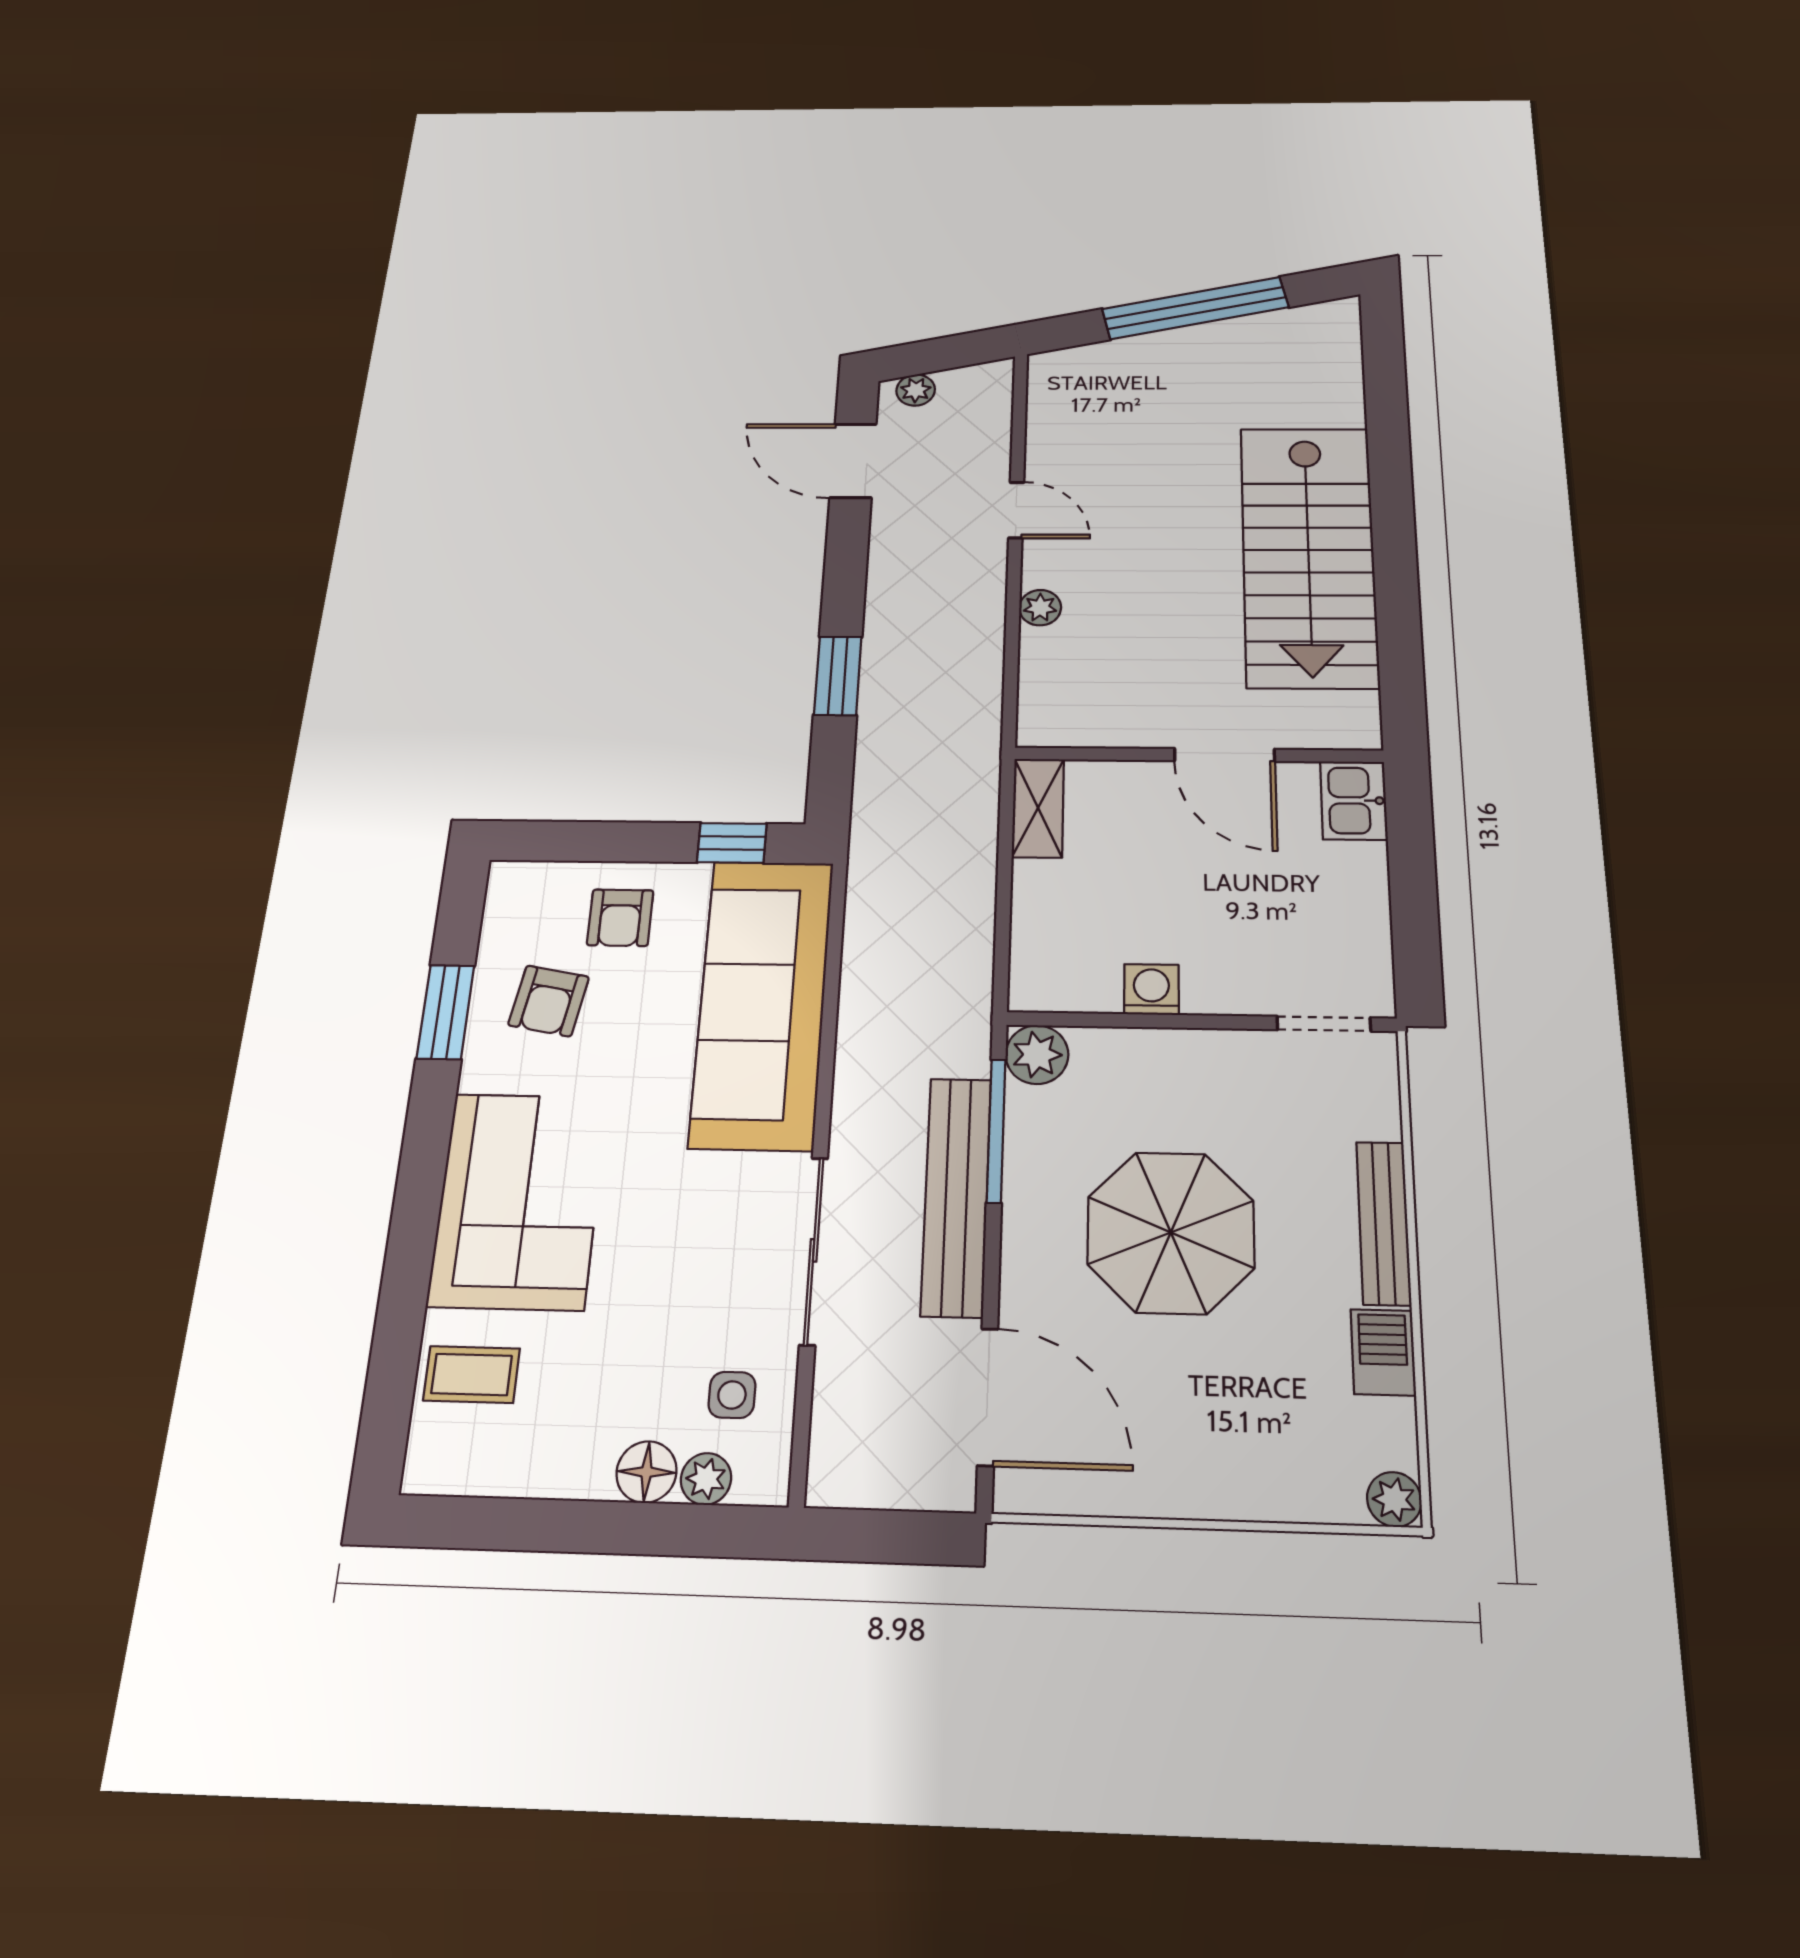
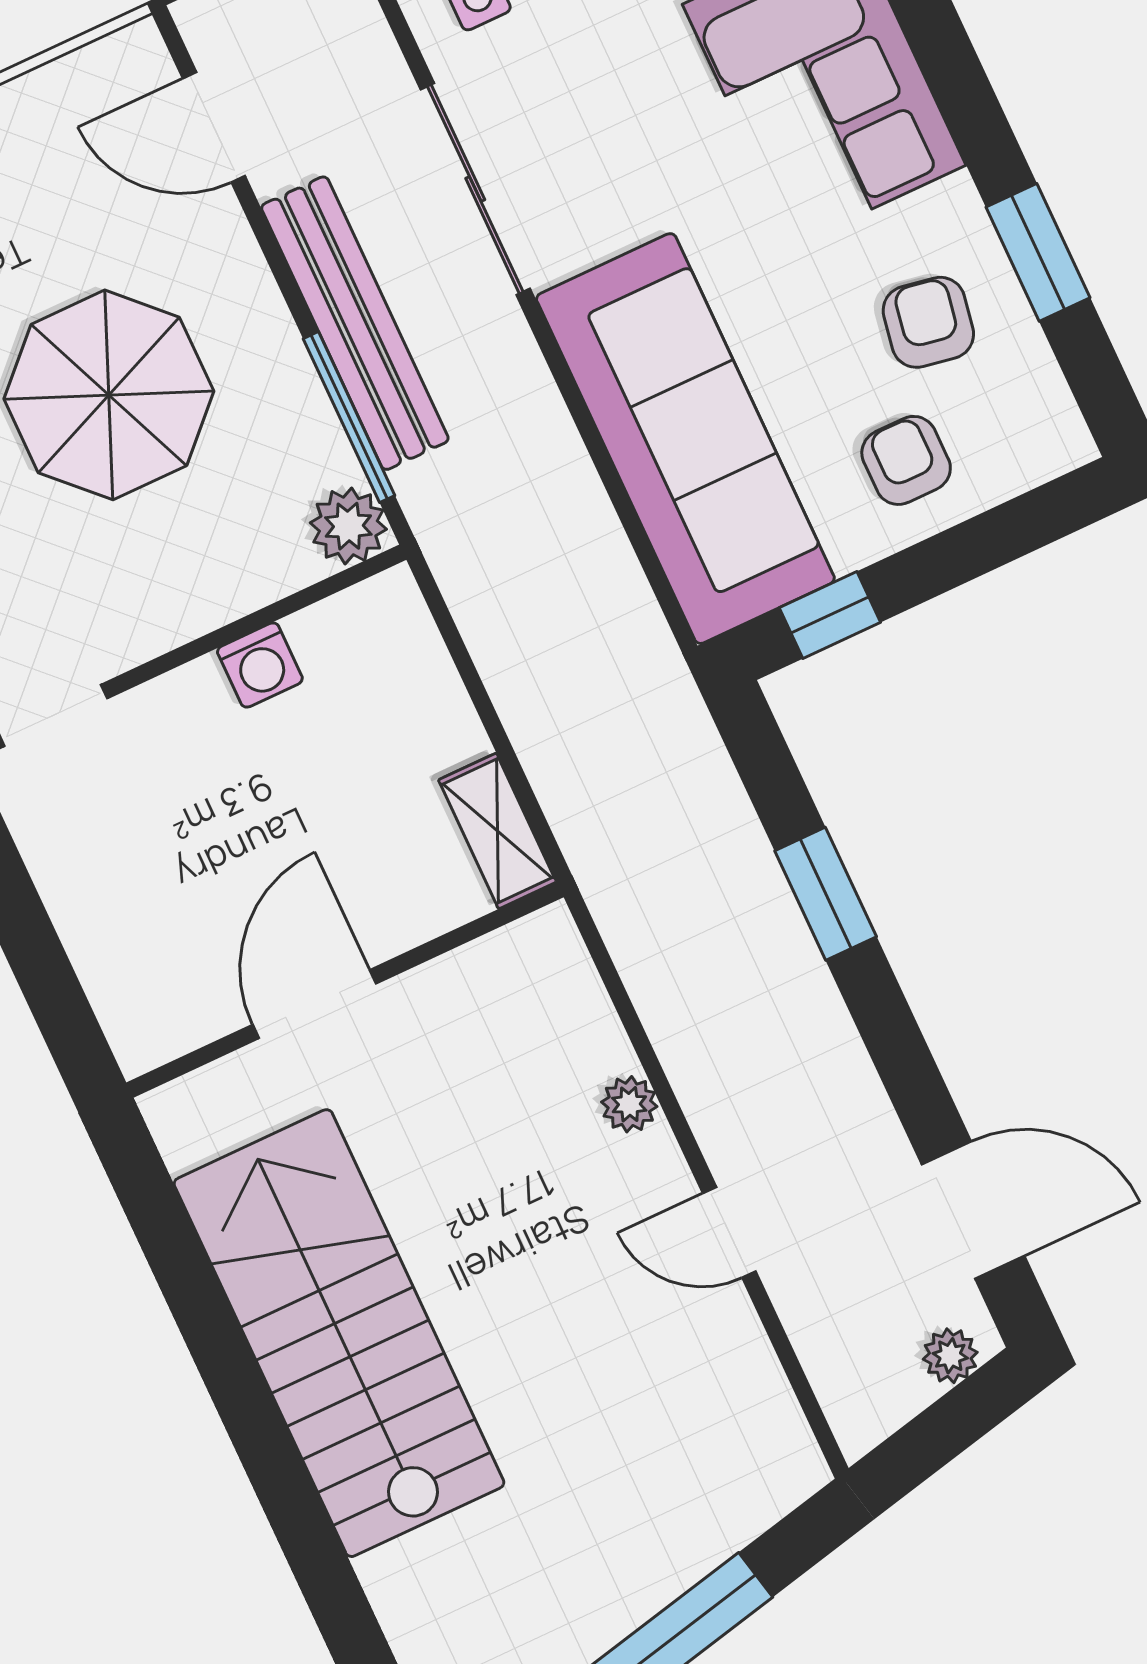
door: (1225, 755) -> (314, 1004), hinge flipped
kitchen sink: (1354, 800) -> (139, 1014), removed
door: (988, 1397) -> (214, 127), width x0.73

